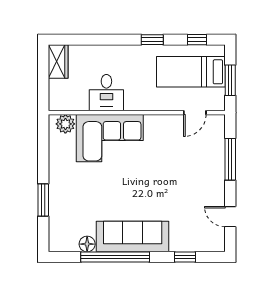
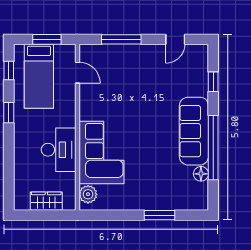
wardrobe: (58, 62) -> (46, 201), moved
desk: (106, 93) -> (59, 150), width x1.37

